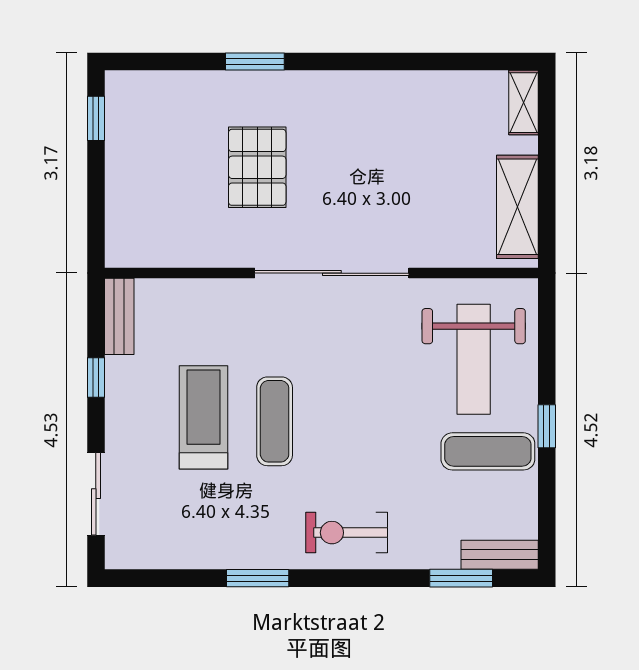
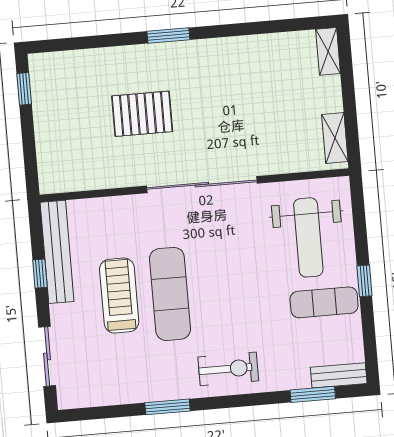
window: (255, 62) -> (168, 36), moved
pallet: (257, 167) -> (142, 114), turned 90
shelving: (517, 207) -> (335, 138), width x0.67, depth x0.75
bench: (119, 316) -> (57, 252), width x1.86, depth x1.21
exercise mat: (275, 421) -> (170, 294), width x1.36, depth x1.45
exercise bike: (347, 533) -> (228, 369), turned 180

